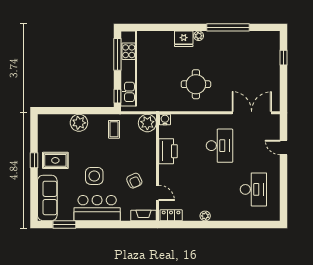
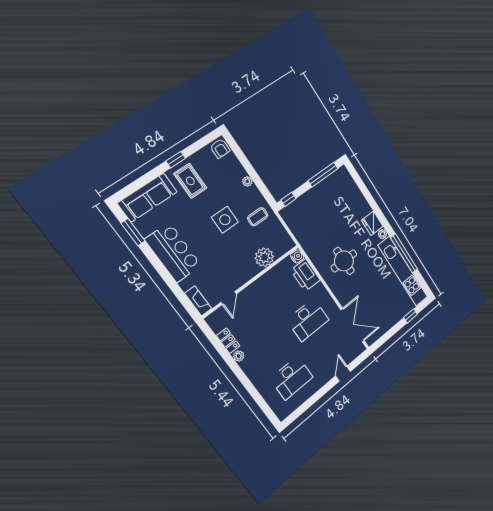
kitchen unit: (129, 69) -> (403, 271), moved, turned 90
plant: (79, 123) -> (247, 181), width x0.53, depth x0.53
plant: (147, 123) -> (264, 257), moved
printer: (168, 151) -> (305, 275), moved, turned 90
side table: (94, 176) -> (225, 220), moved
armchair: (134, 181) -> (220, 148), moved, turned -65
locker: (171, 215) -> (228, 341), moved

